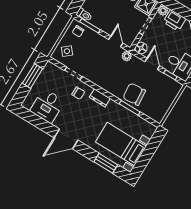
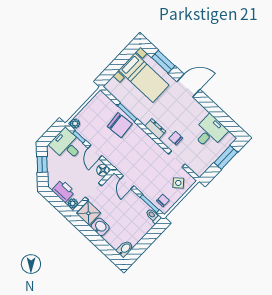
plant: (127, 56) -> (75, 123), moved
window: (32, 76) -> (226, 157), moved
door: (66, 139) -> (188, 86), moved

